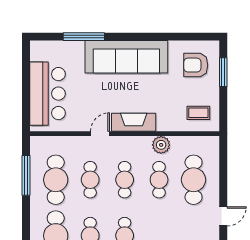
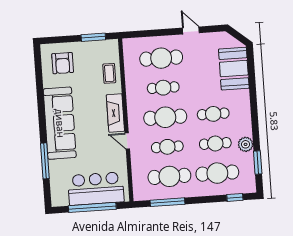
window: (223, 72) -> (93, 37), moved
window: (26, 88) -> (92, 207), added
coffee table: (198, 113) -> (109, 73), moved
plant: (161, 145) -> (133, 88), removed
cafe table: (125, 180) -> (165, 117), width x1.37, depth x1.35

